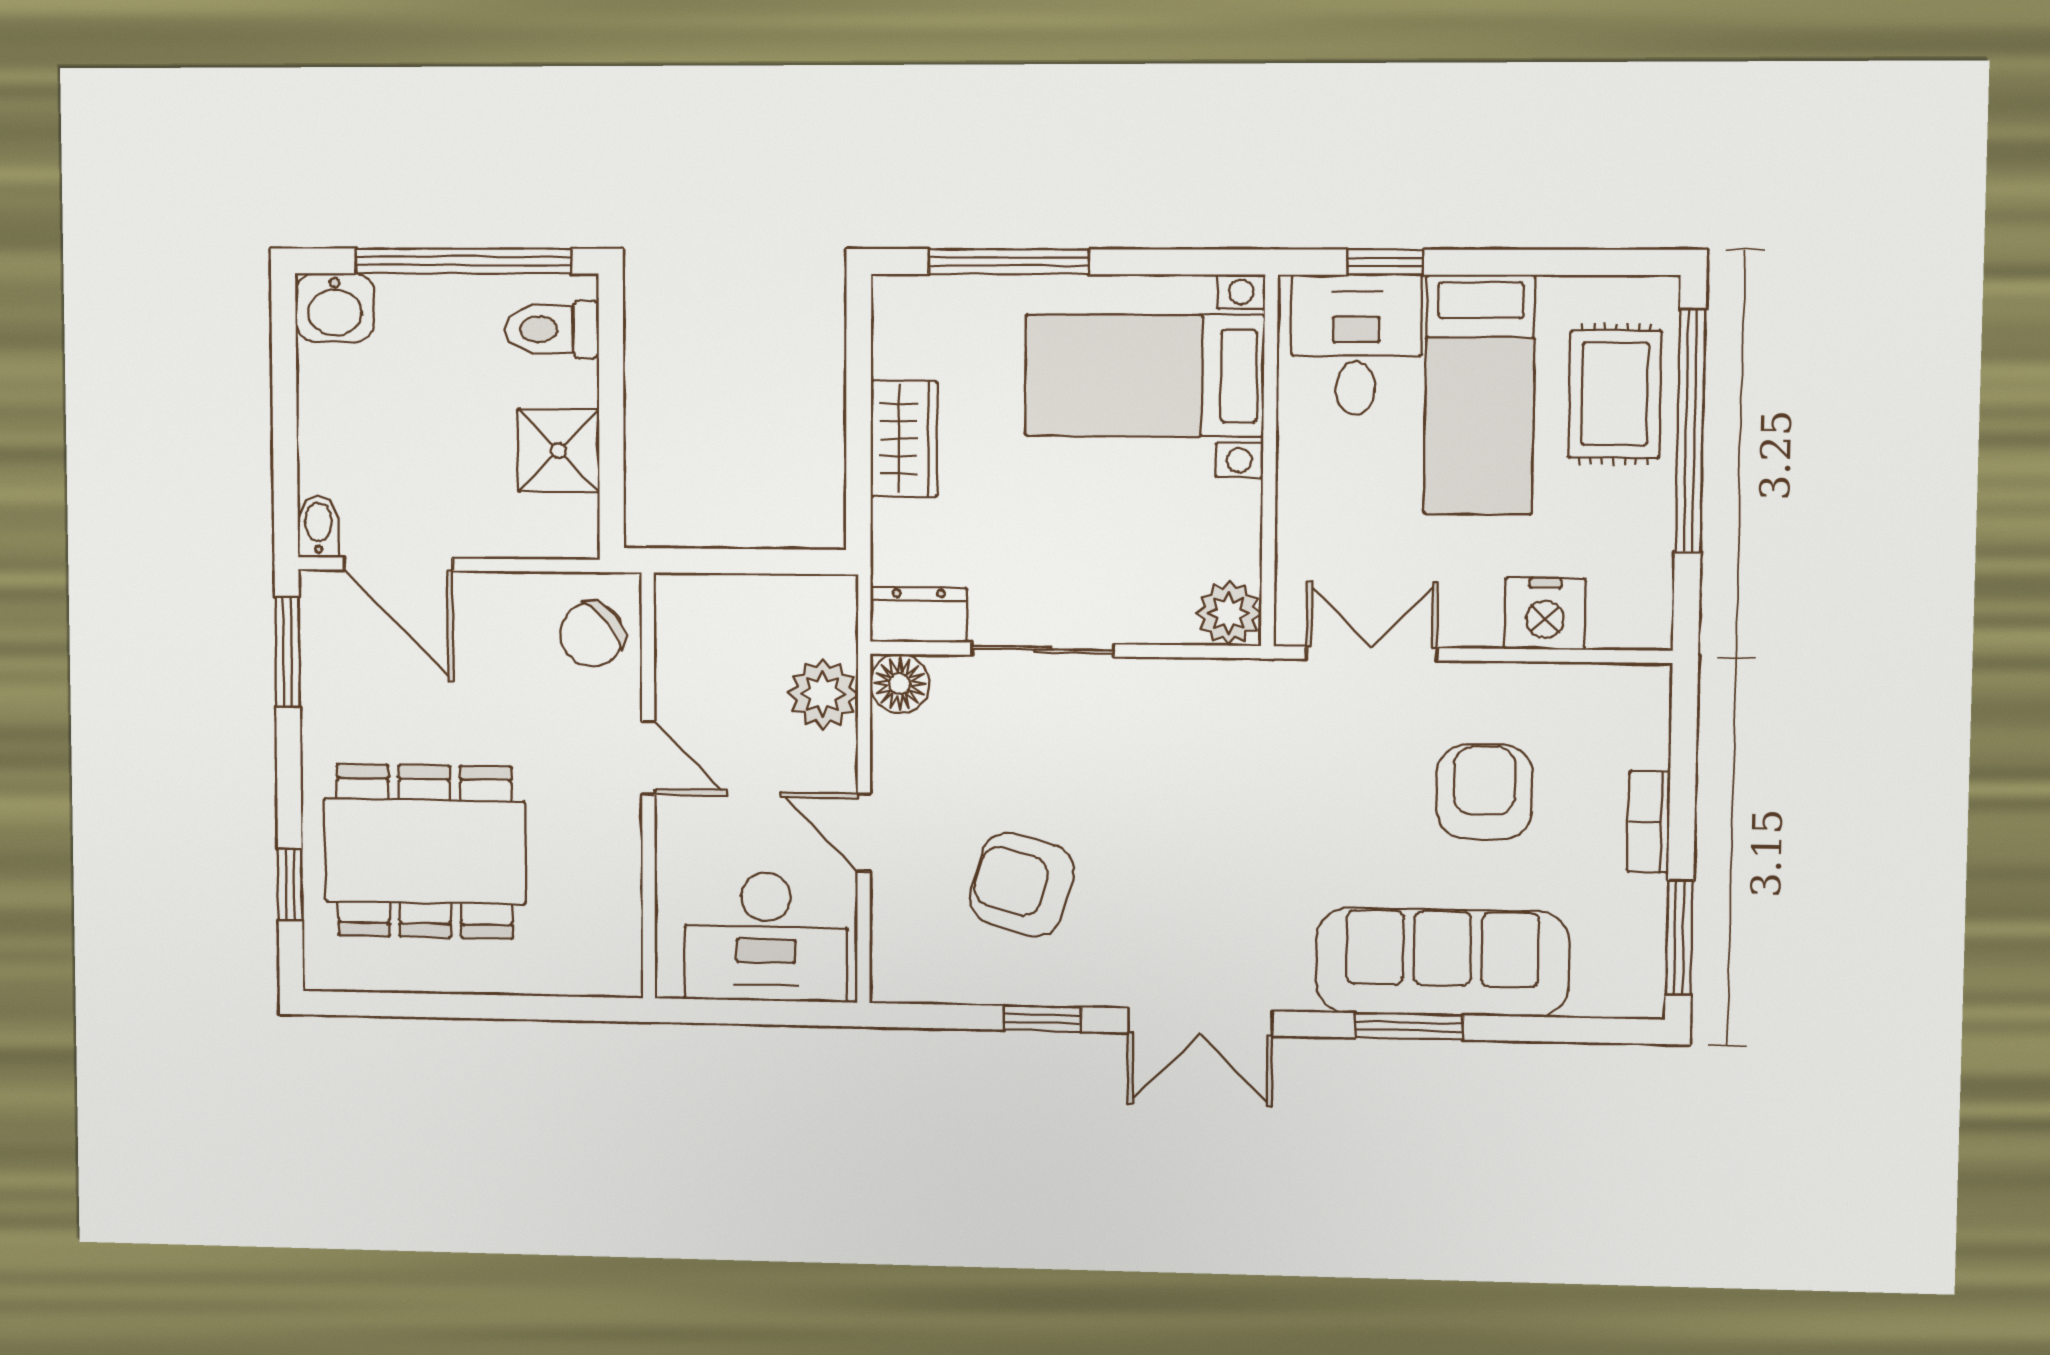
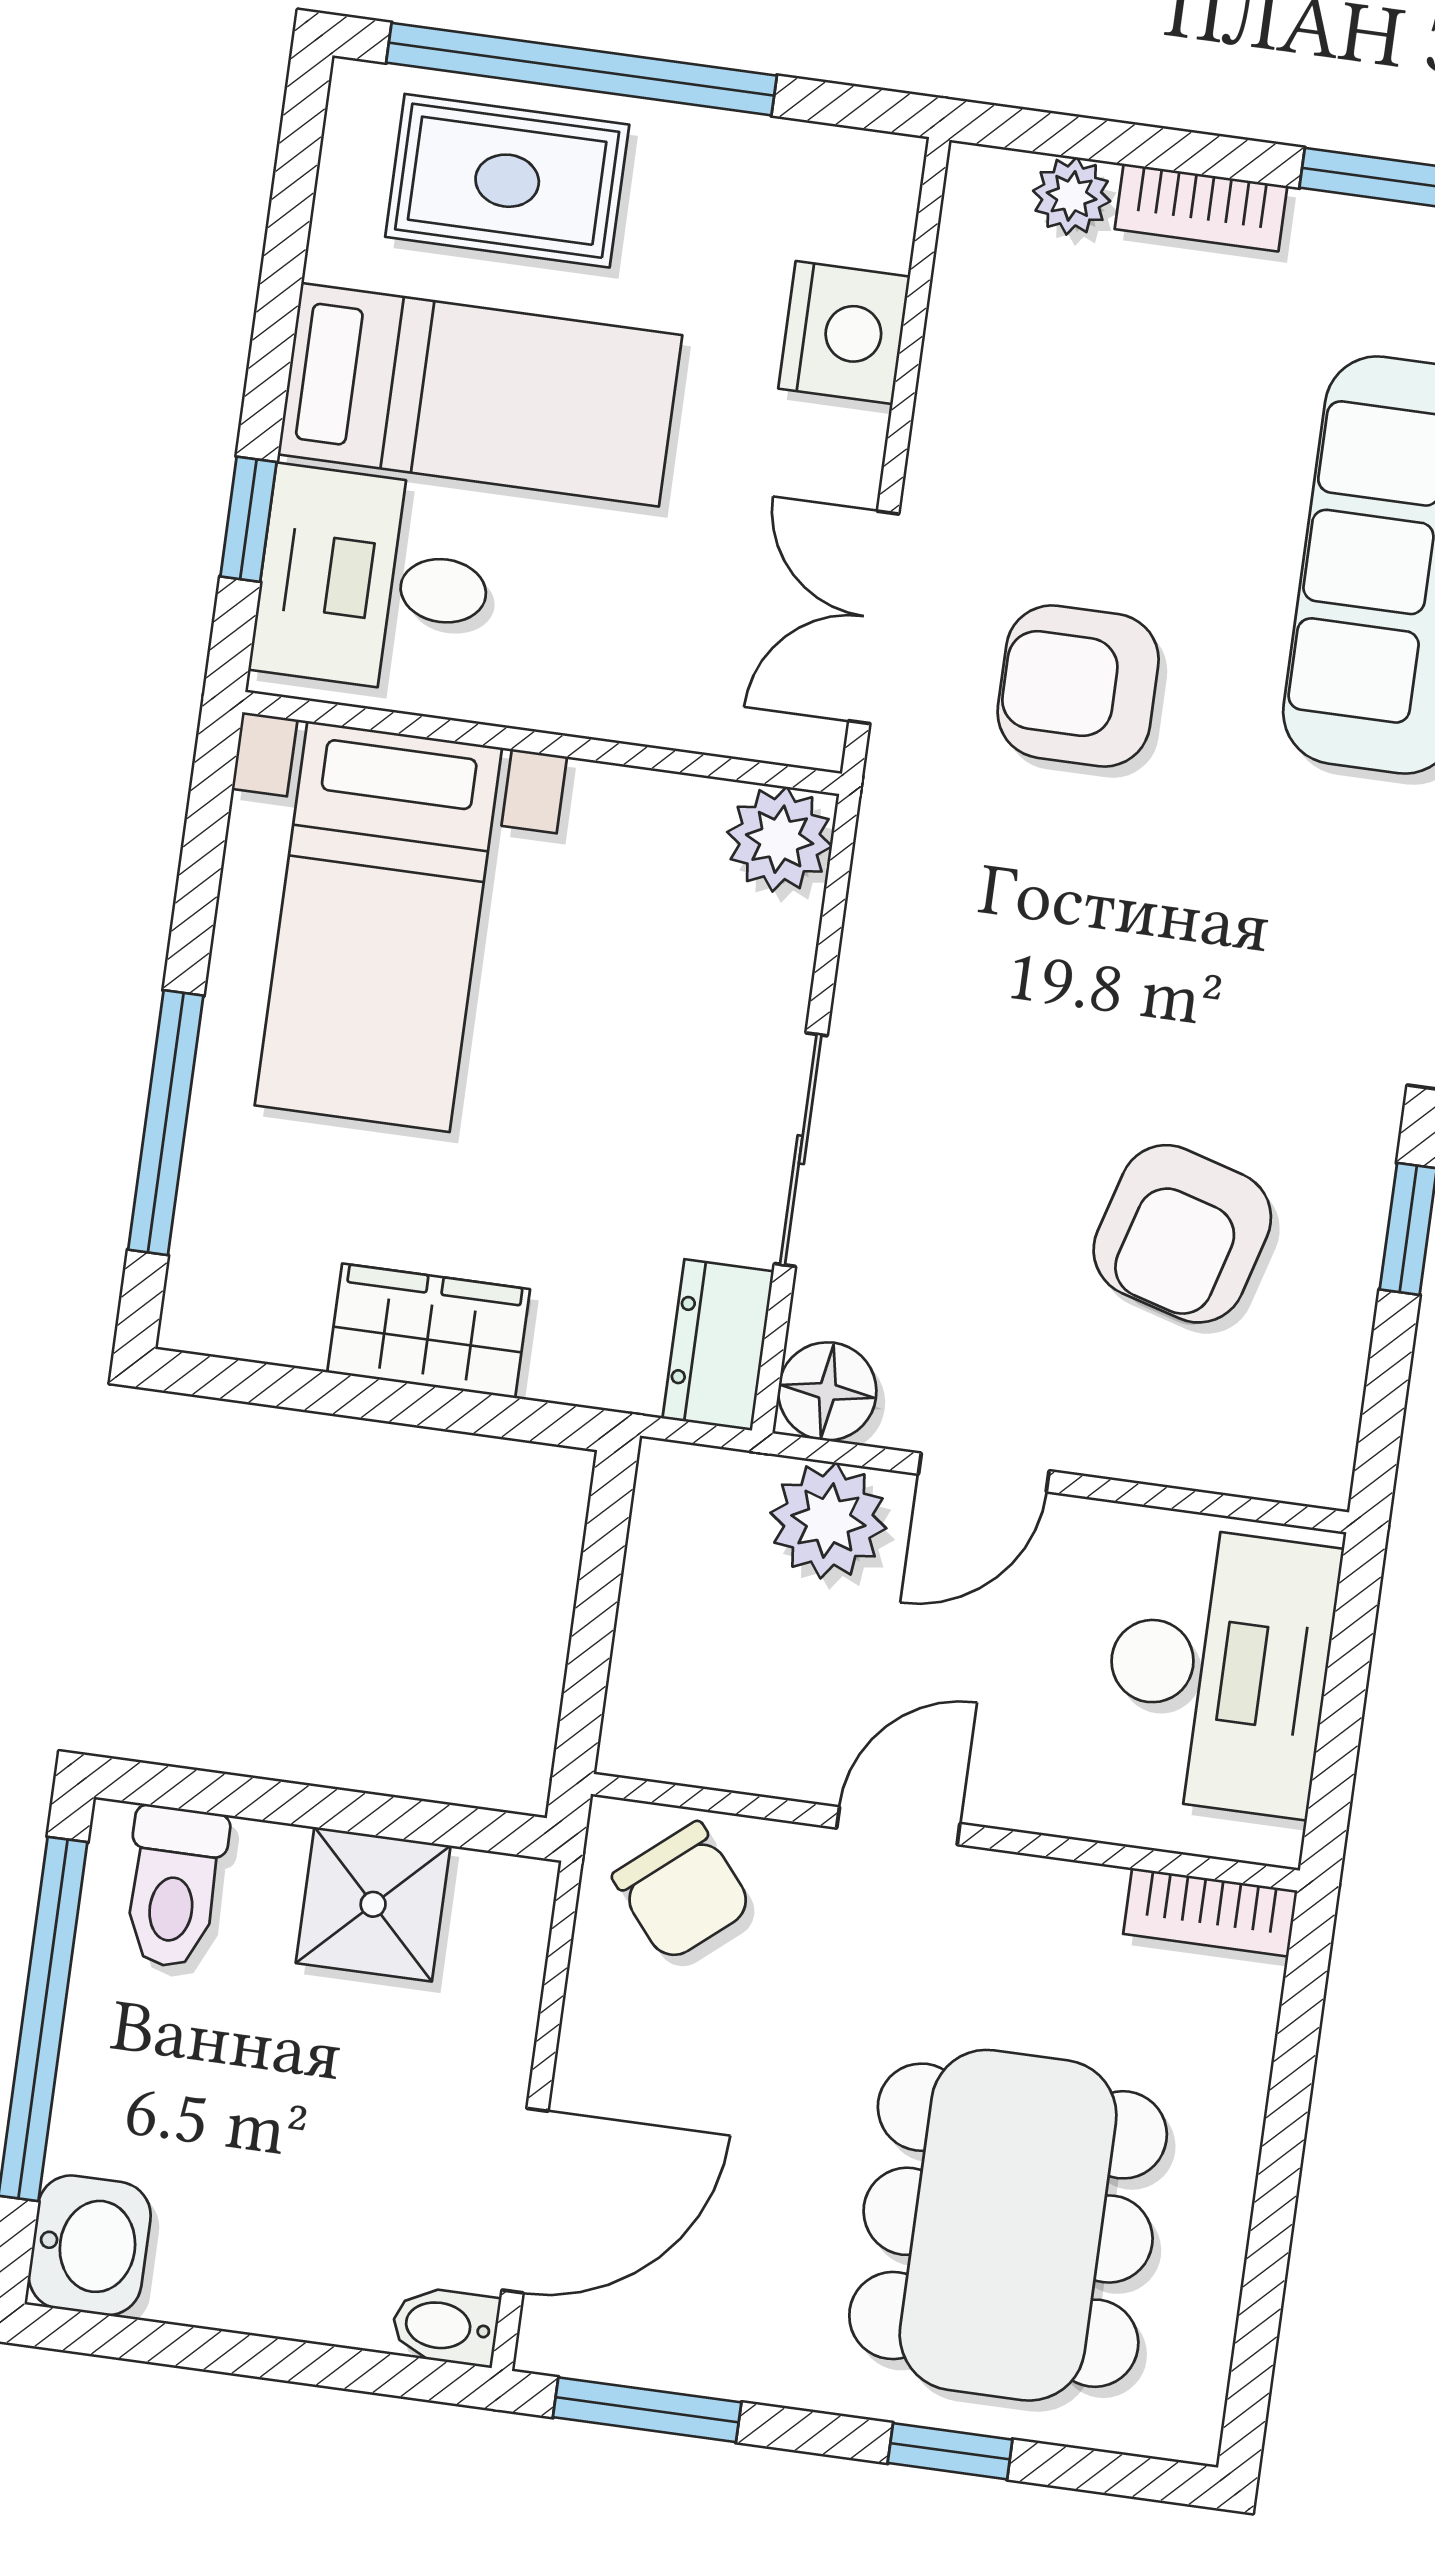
plant: (1646, 742) -> (1072, 196), added
armchair: (1484, 792) -> (1078, 686), moved
door: (864, 832) -> (984, 1473), moved
window: (290, 884) -> (950, 2451), moved
bookcase: (623, 948) -> (1210, 1912), added

